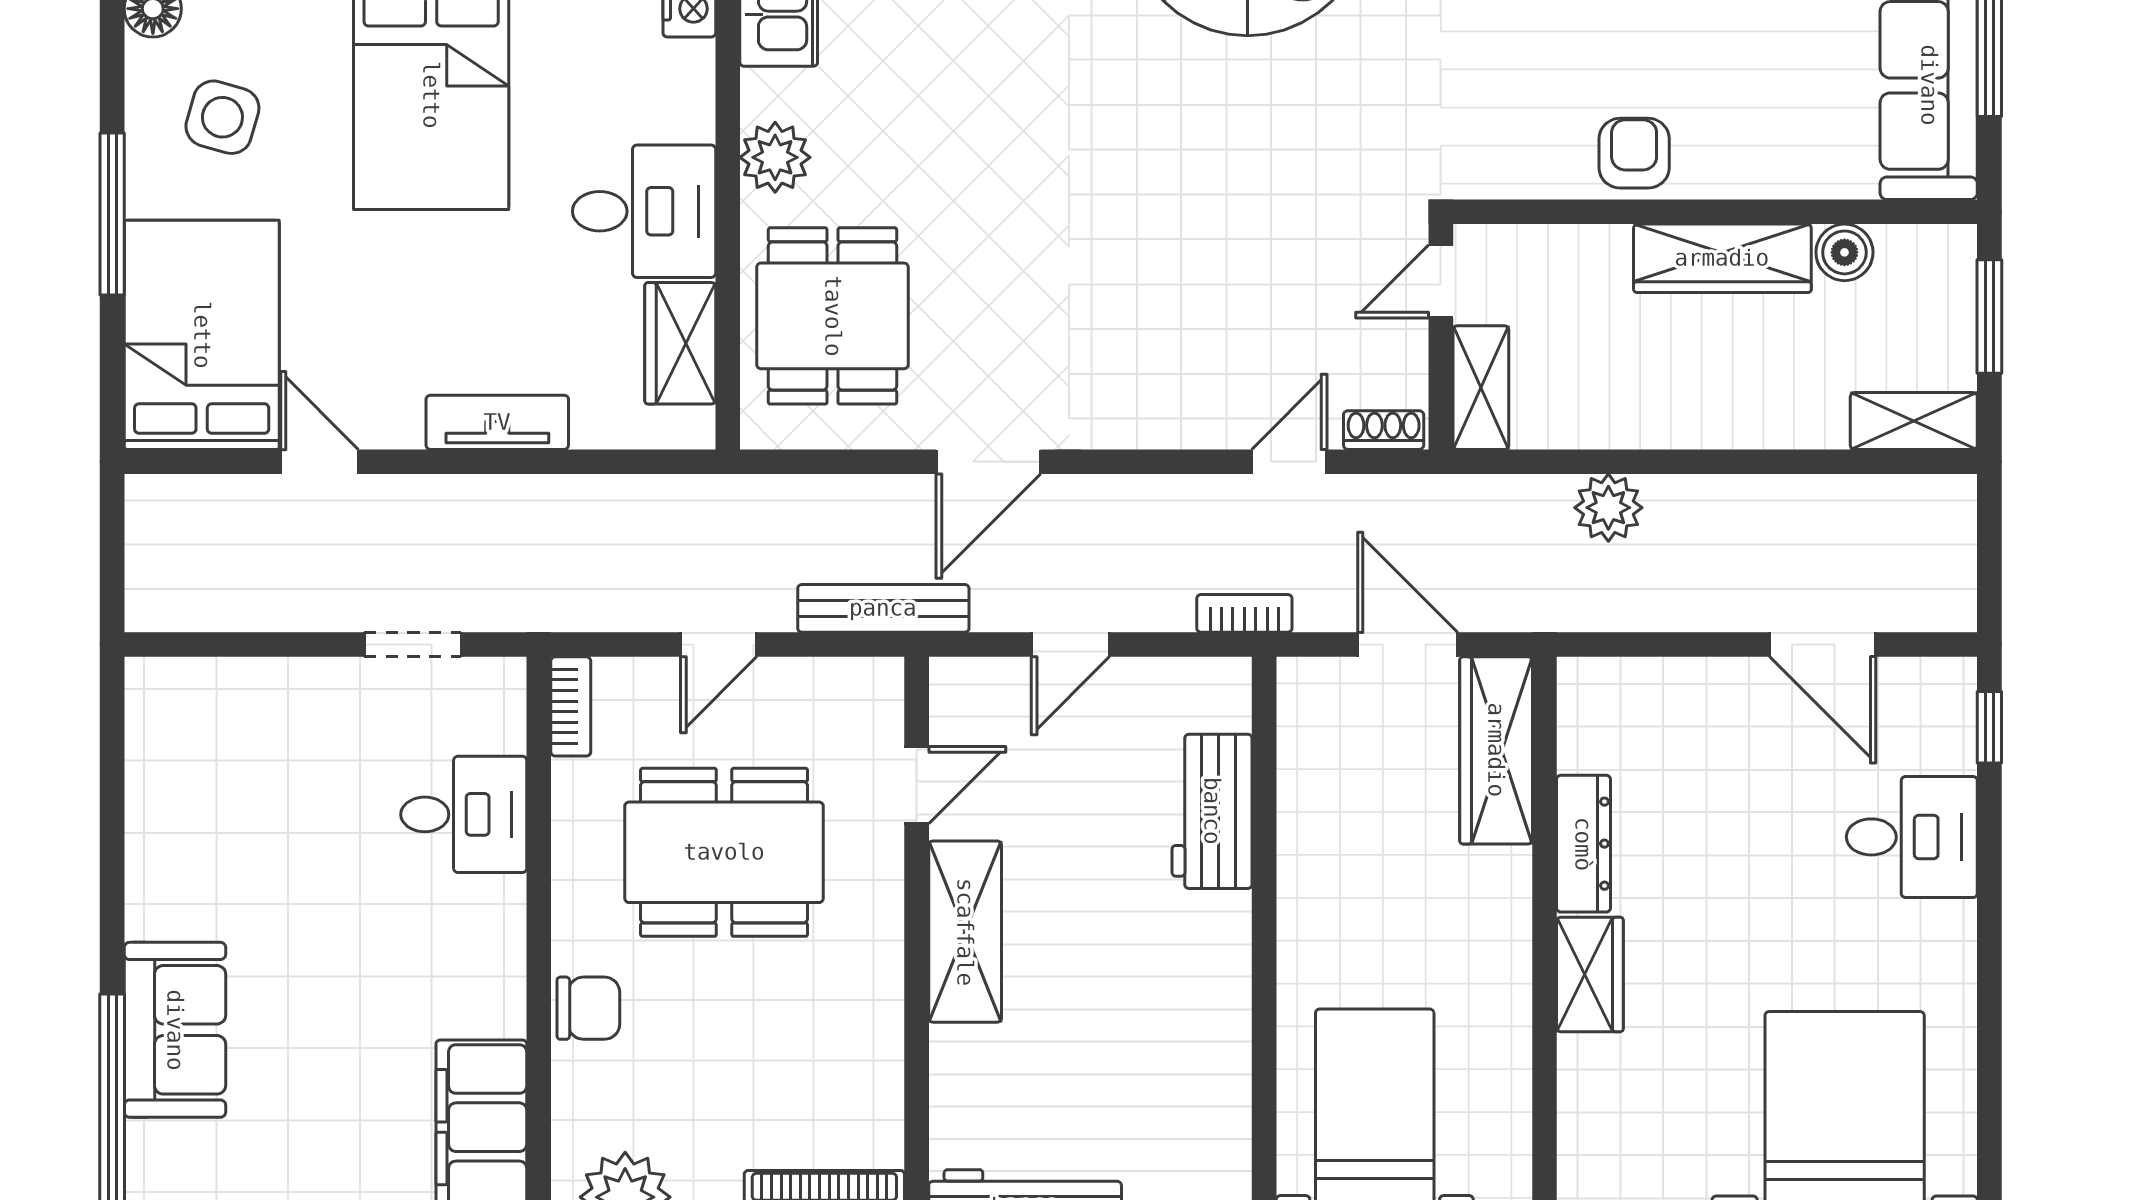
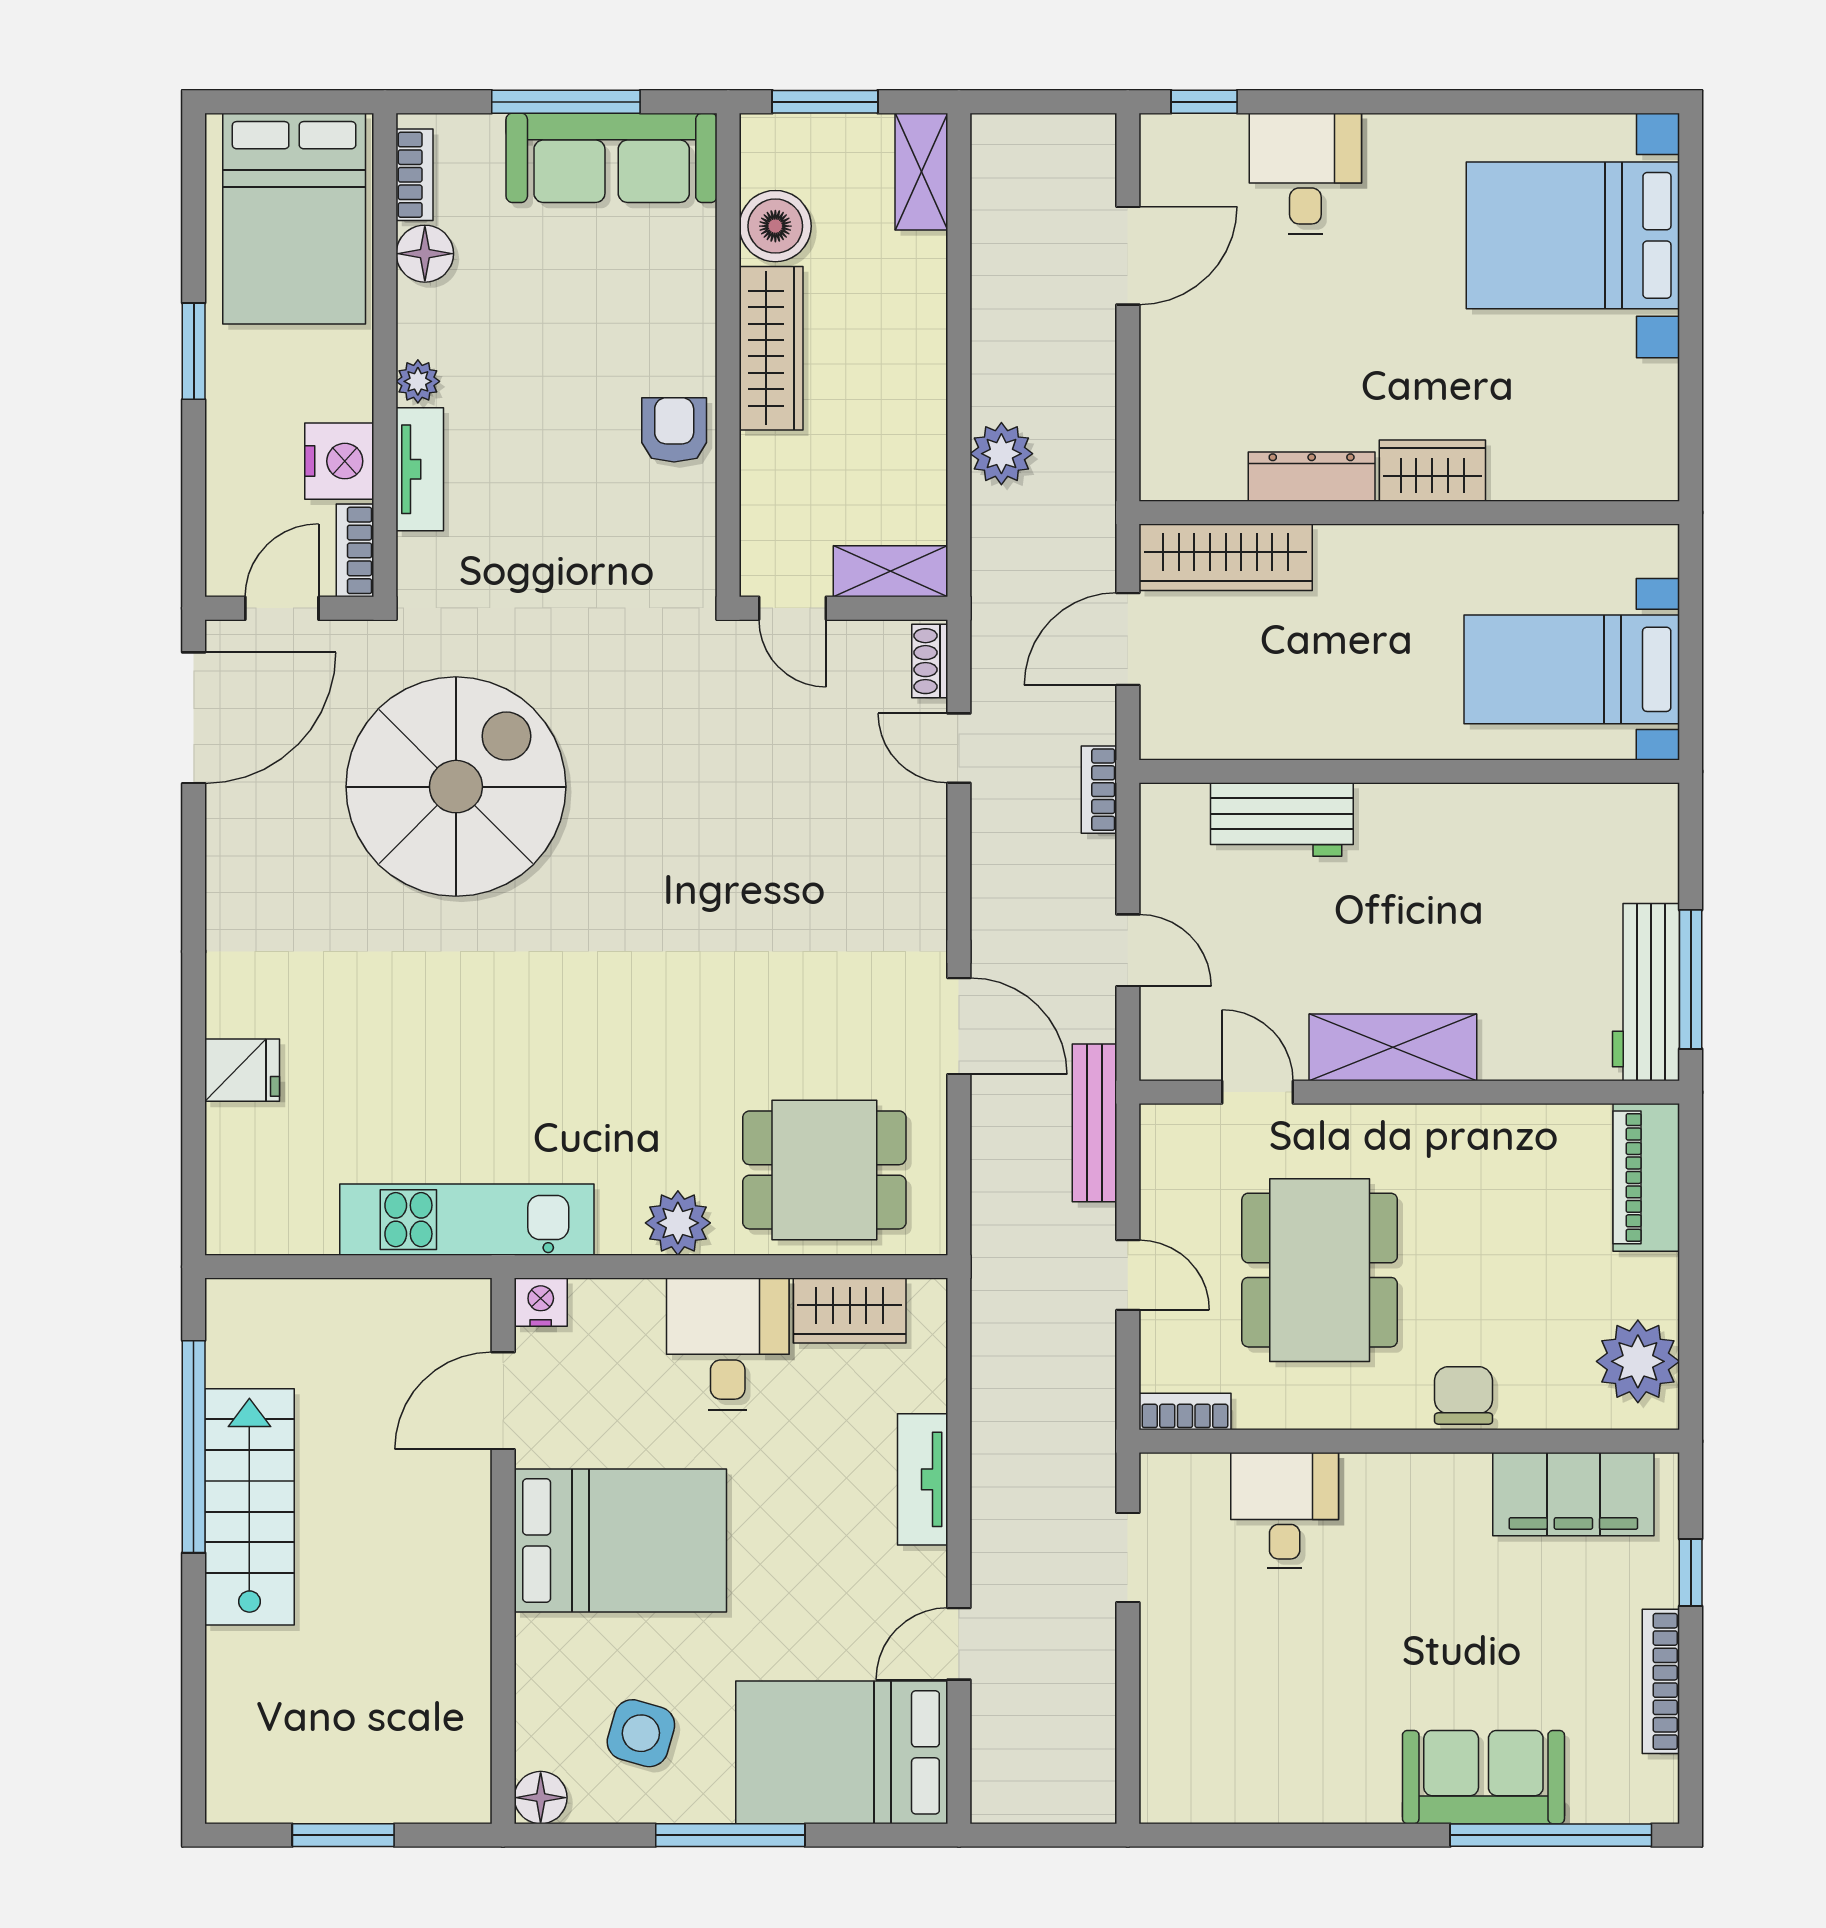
armchair: (1634, 153) -> (674, 430), turned 90
boiler: (1844, 252) -> (775, 226), width x1.36, depth x1.36

